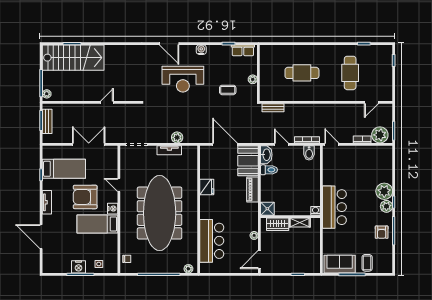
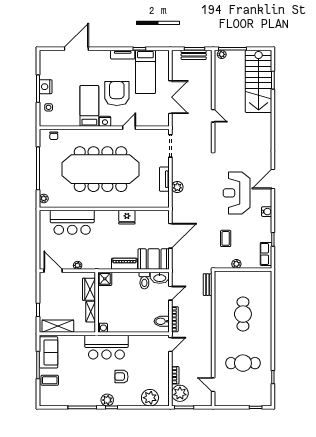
plant: (384, 191) -> (150, 398), moved
tv unit: (47, 202) -> (123, 55), moved
armchair: (382, 232) -> (122, 377), moved
shelving: (314, 255) -> (58, 326), added

